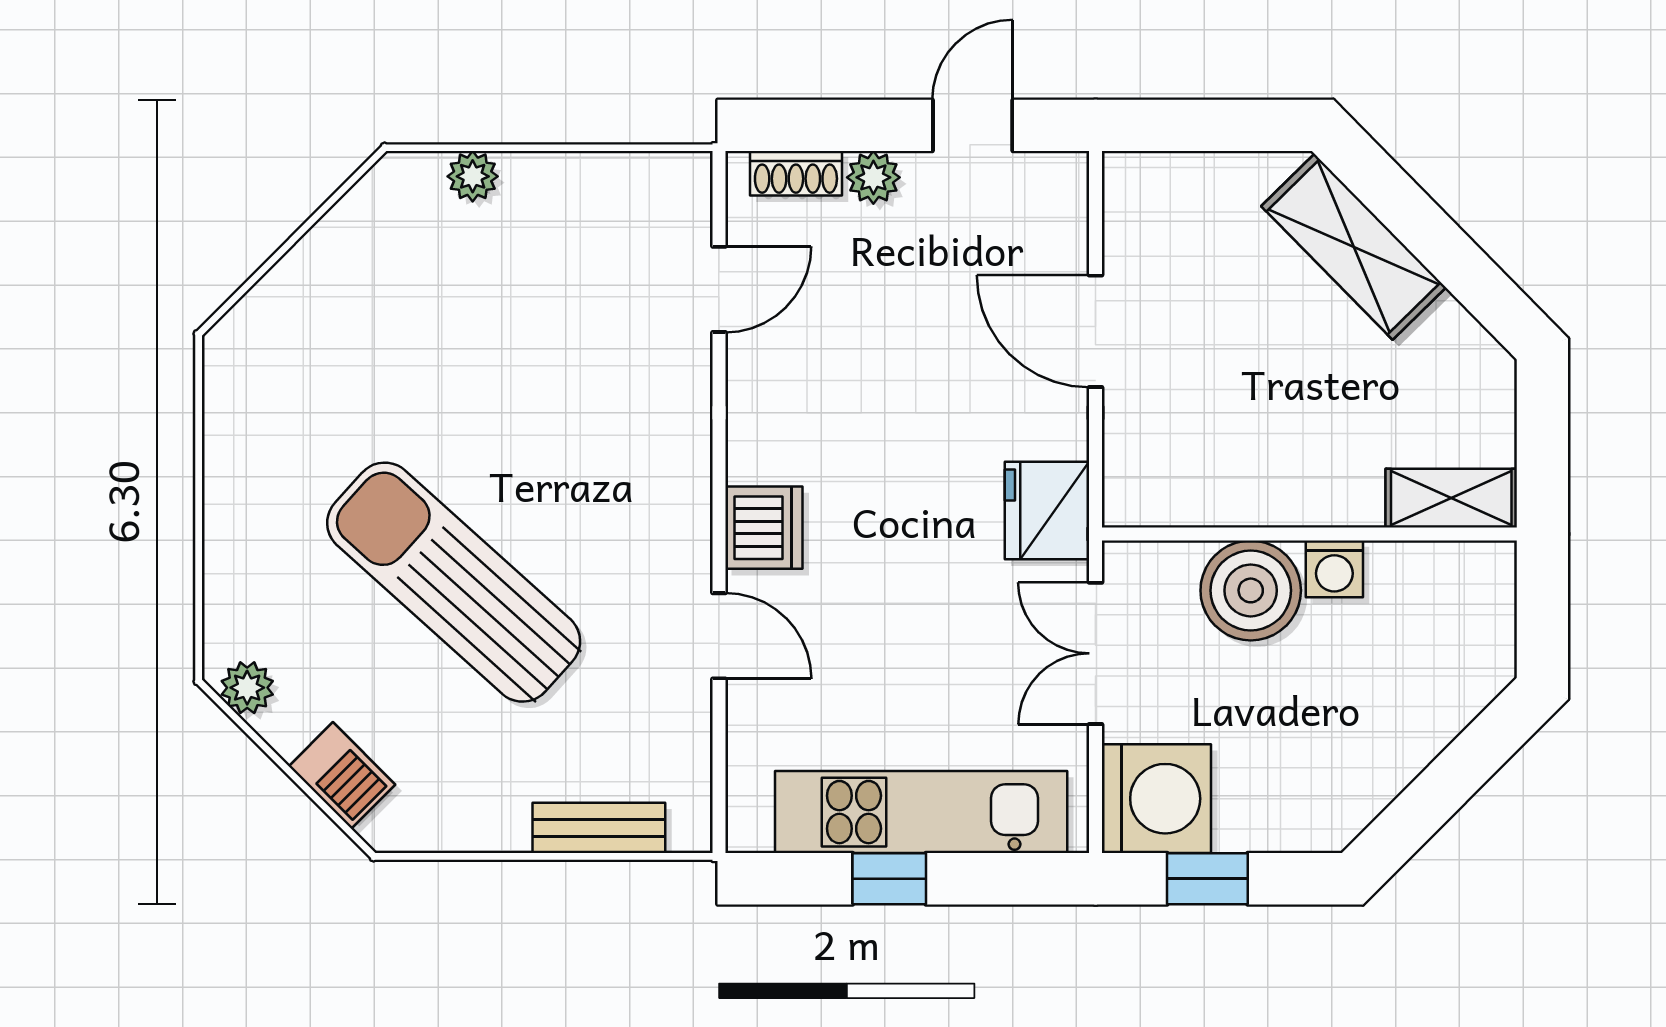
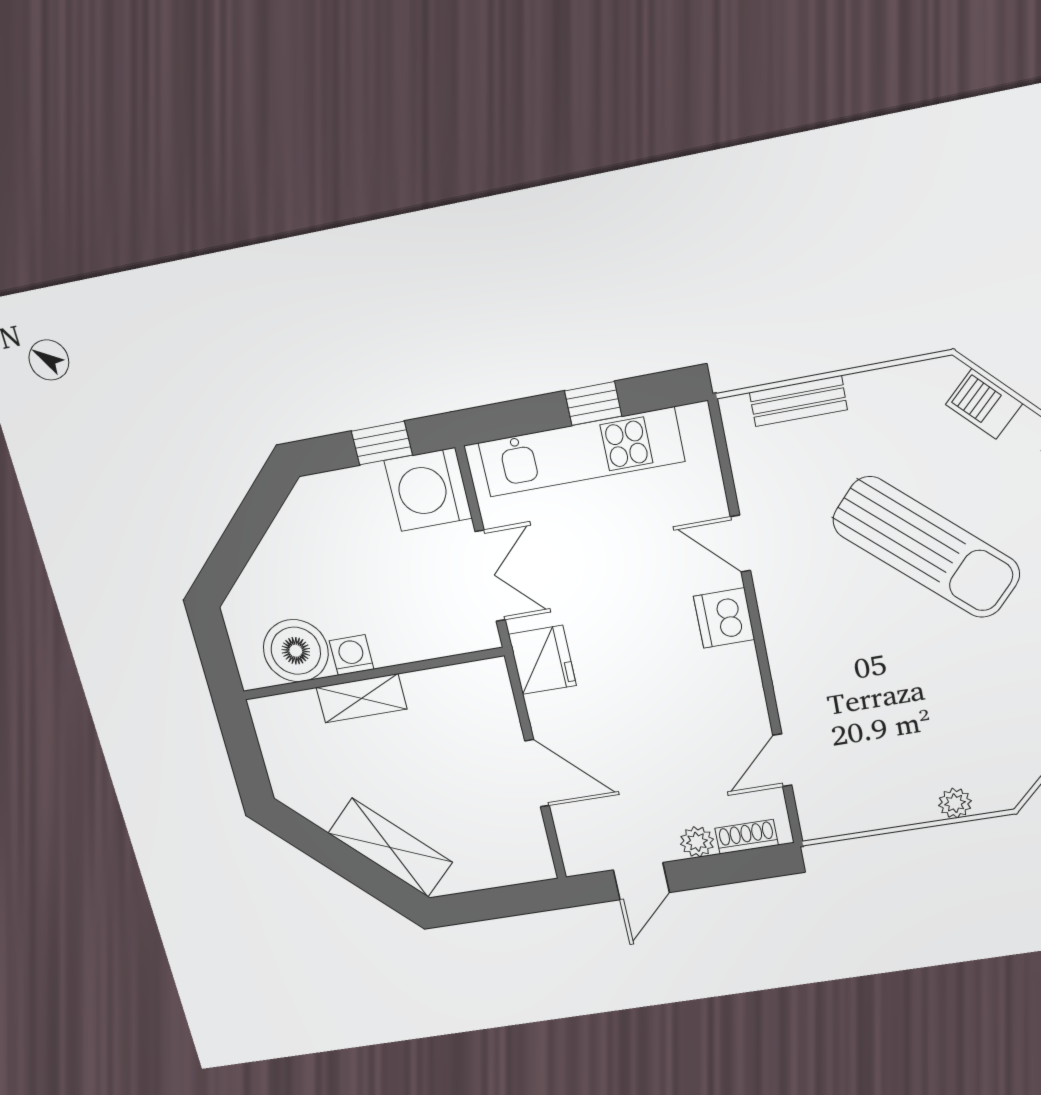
shelving: (1451, 498) -> (362, 698), moved
boiler: (1251, 590) -> (296, 651), moved

